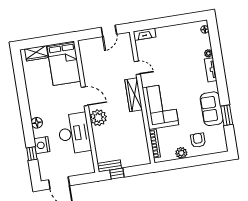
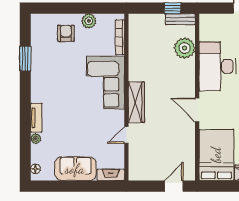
door: (109, 31) -> (174, 186), moved
door: (137, 68) -> (126, 135), hinge flipped
sofa: (212, 109) -> (75, 169), moved, turned -90
plant: (98, 118) -> (185, 48), moved
armchair: (198, 140) -> (66, 33), turned 180

